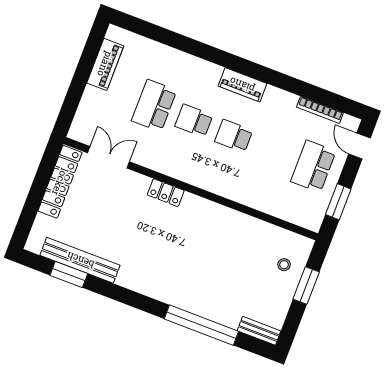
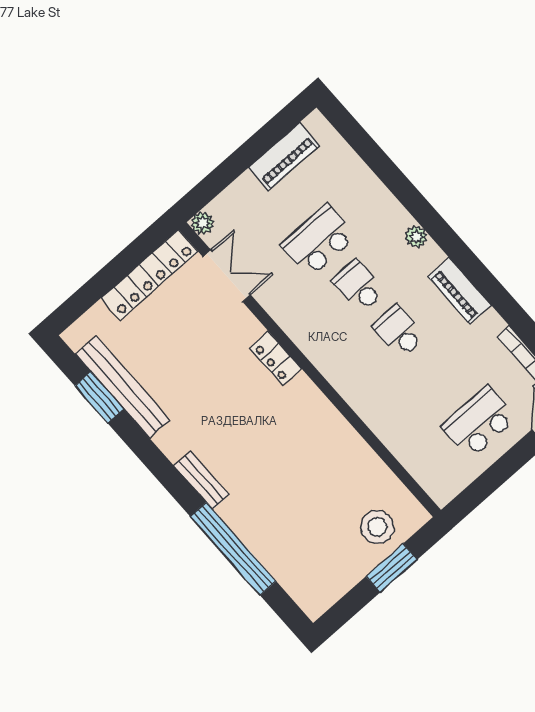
plant: (214, 71) -> (416, 237), added
piano: (242, 85) -> (460, 291), moved
plant: (76, 132) -> (203, 223), added
window: (338, 202) -> (487, 483), removed
stool: (284, 265) -> (377, 527), width x1.89, depth x1.89
bench: (259, 331) -> (202, 480), moved

